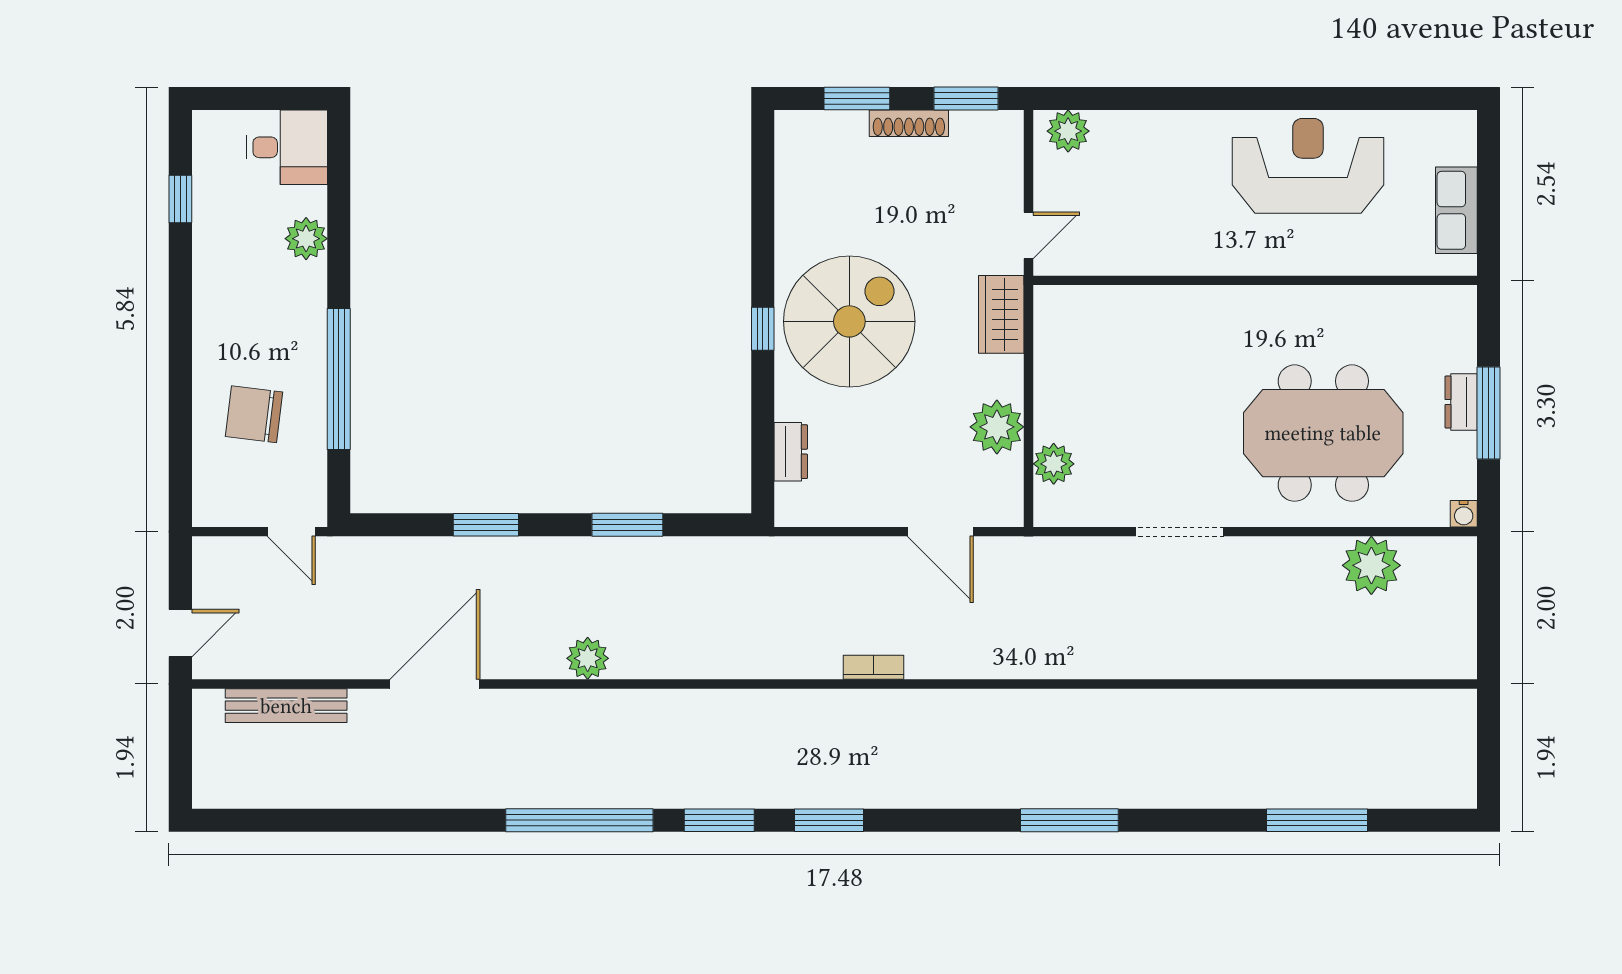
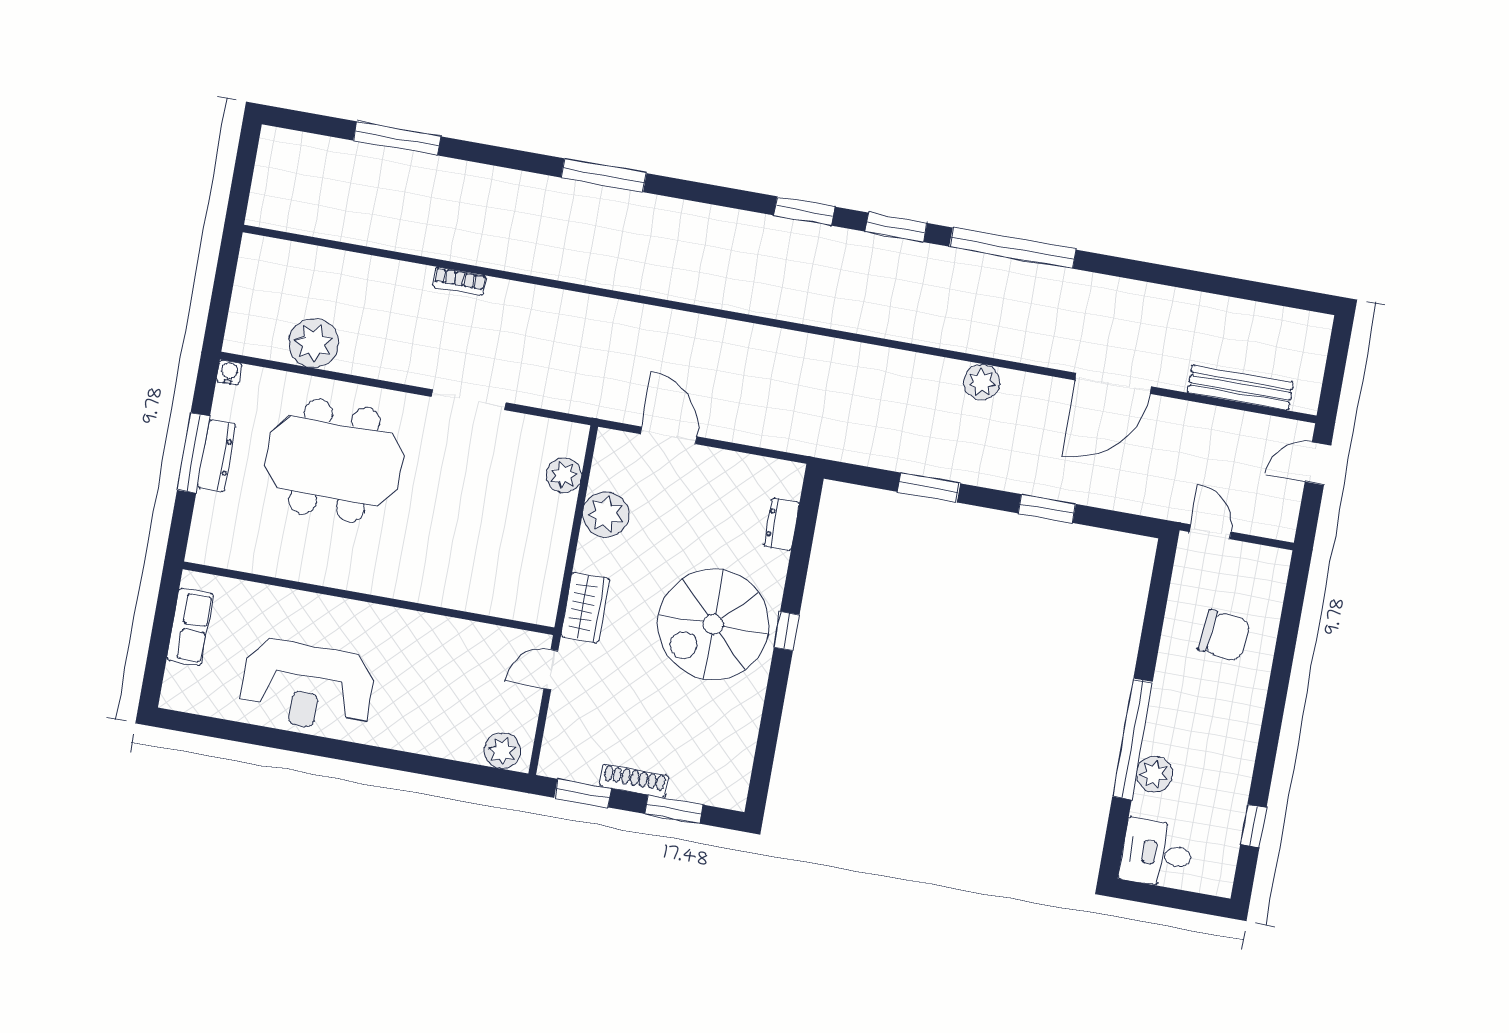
window: (339, 379) -> (1133, 739), moved
dresser: (1461, 402) -> (216, 456), width x1.44
bookcase: (874, 667) -> (459, 281), moved

